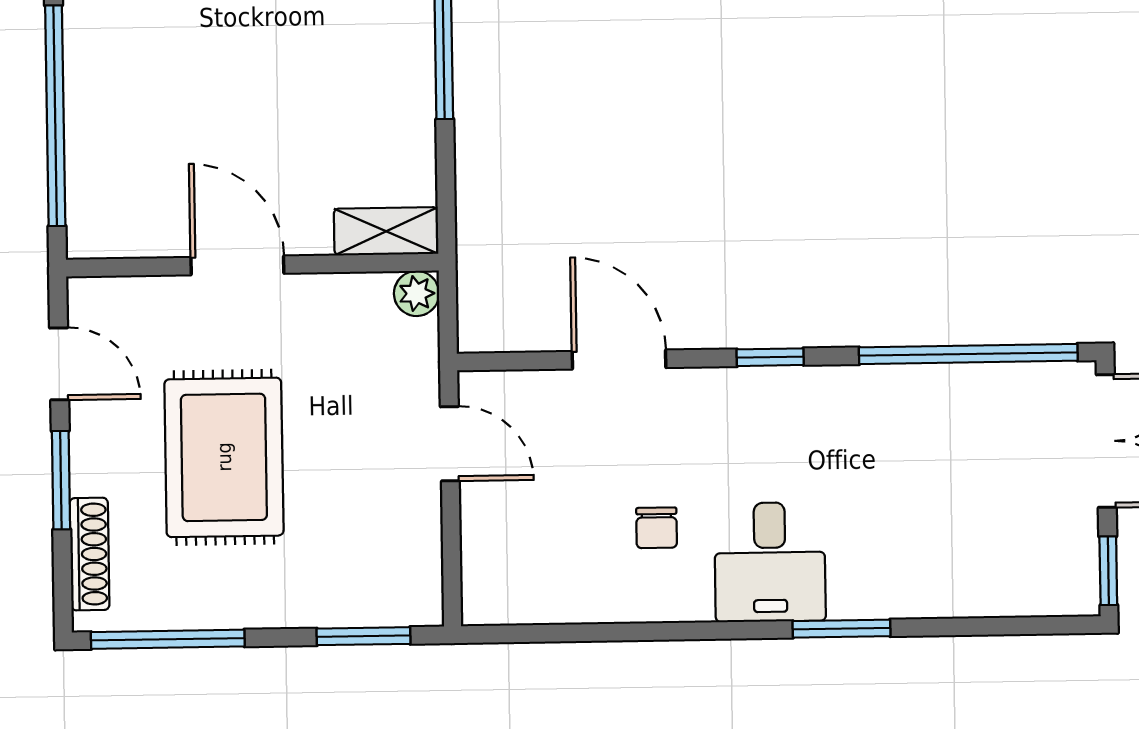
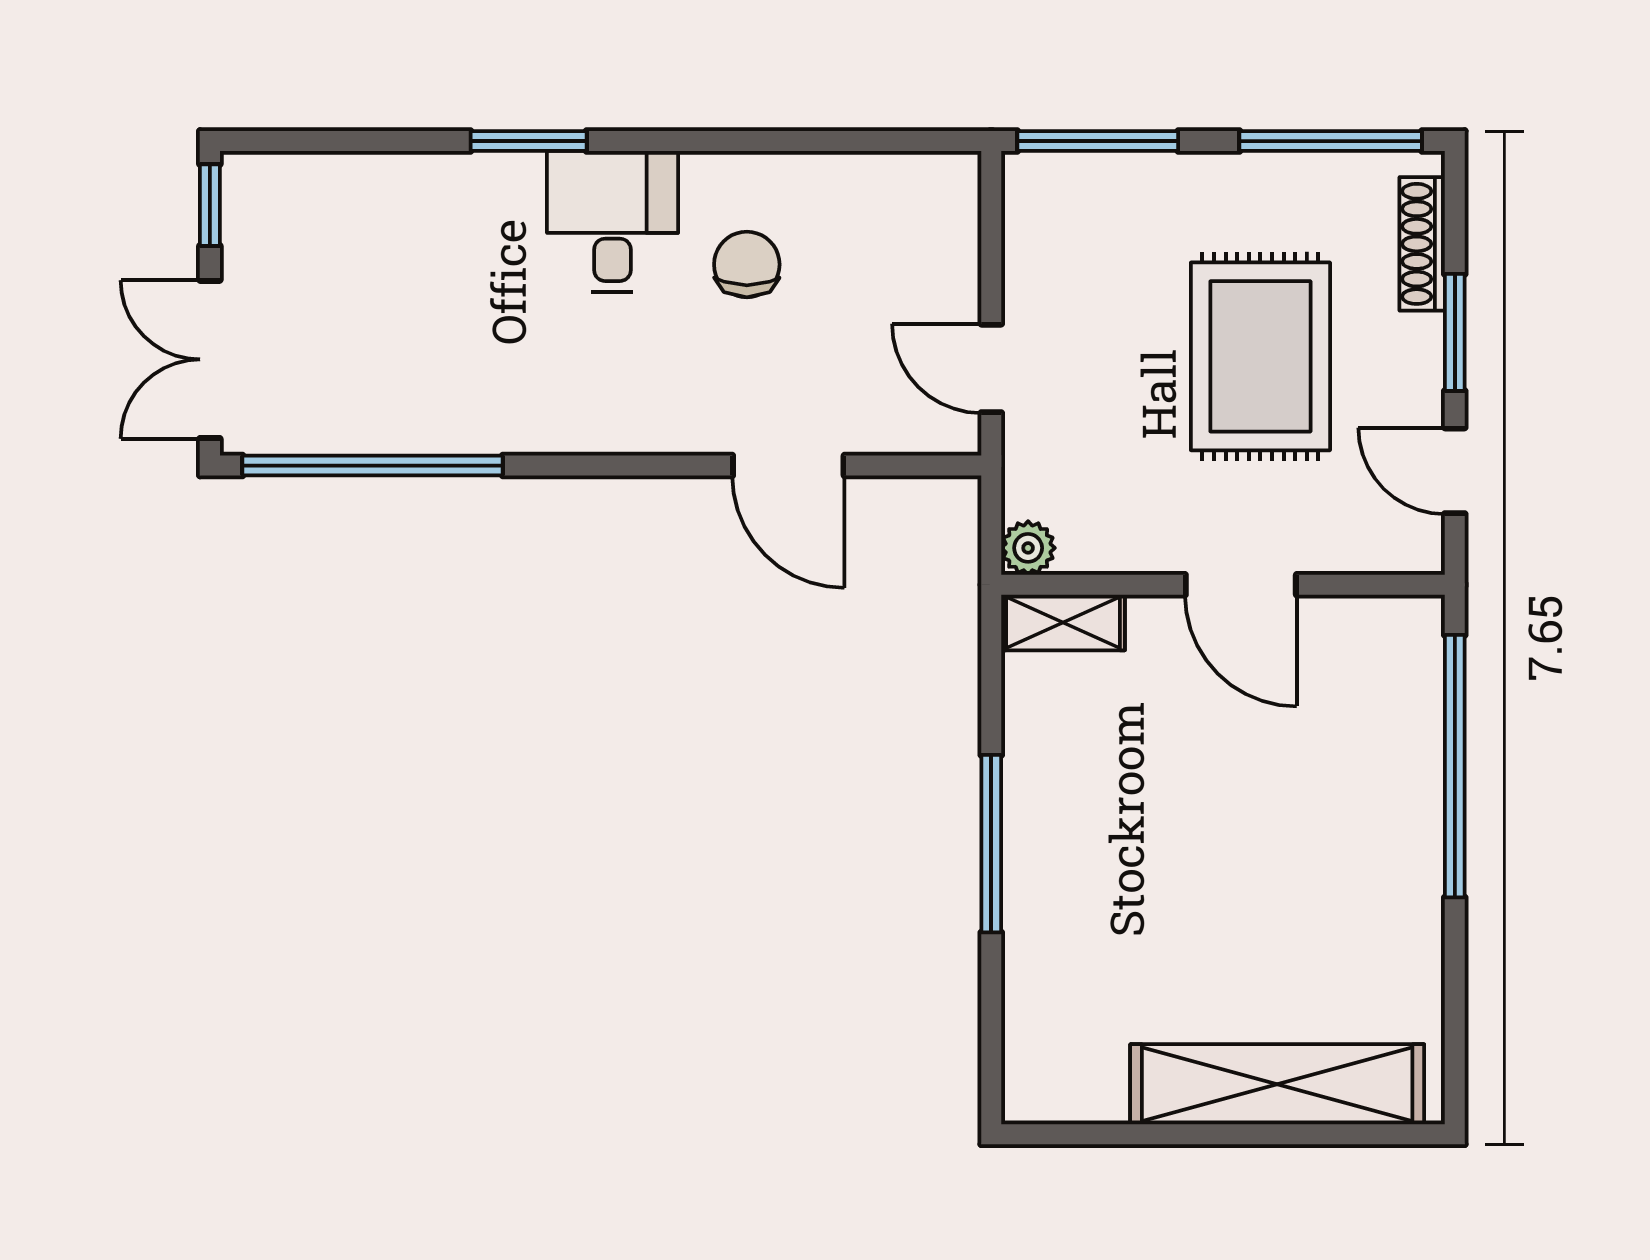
window: (770, 357) -> (608, 466), removed
chair: (657, 528) -> (747, 264), width x1.37, depth x1.37
window: (363, 636) -> (1098, 141), width x1.44

